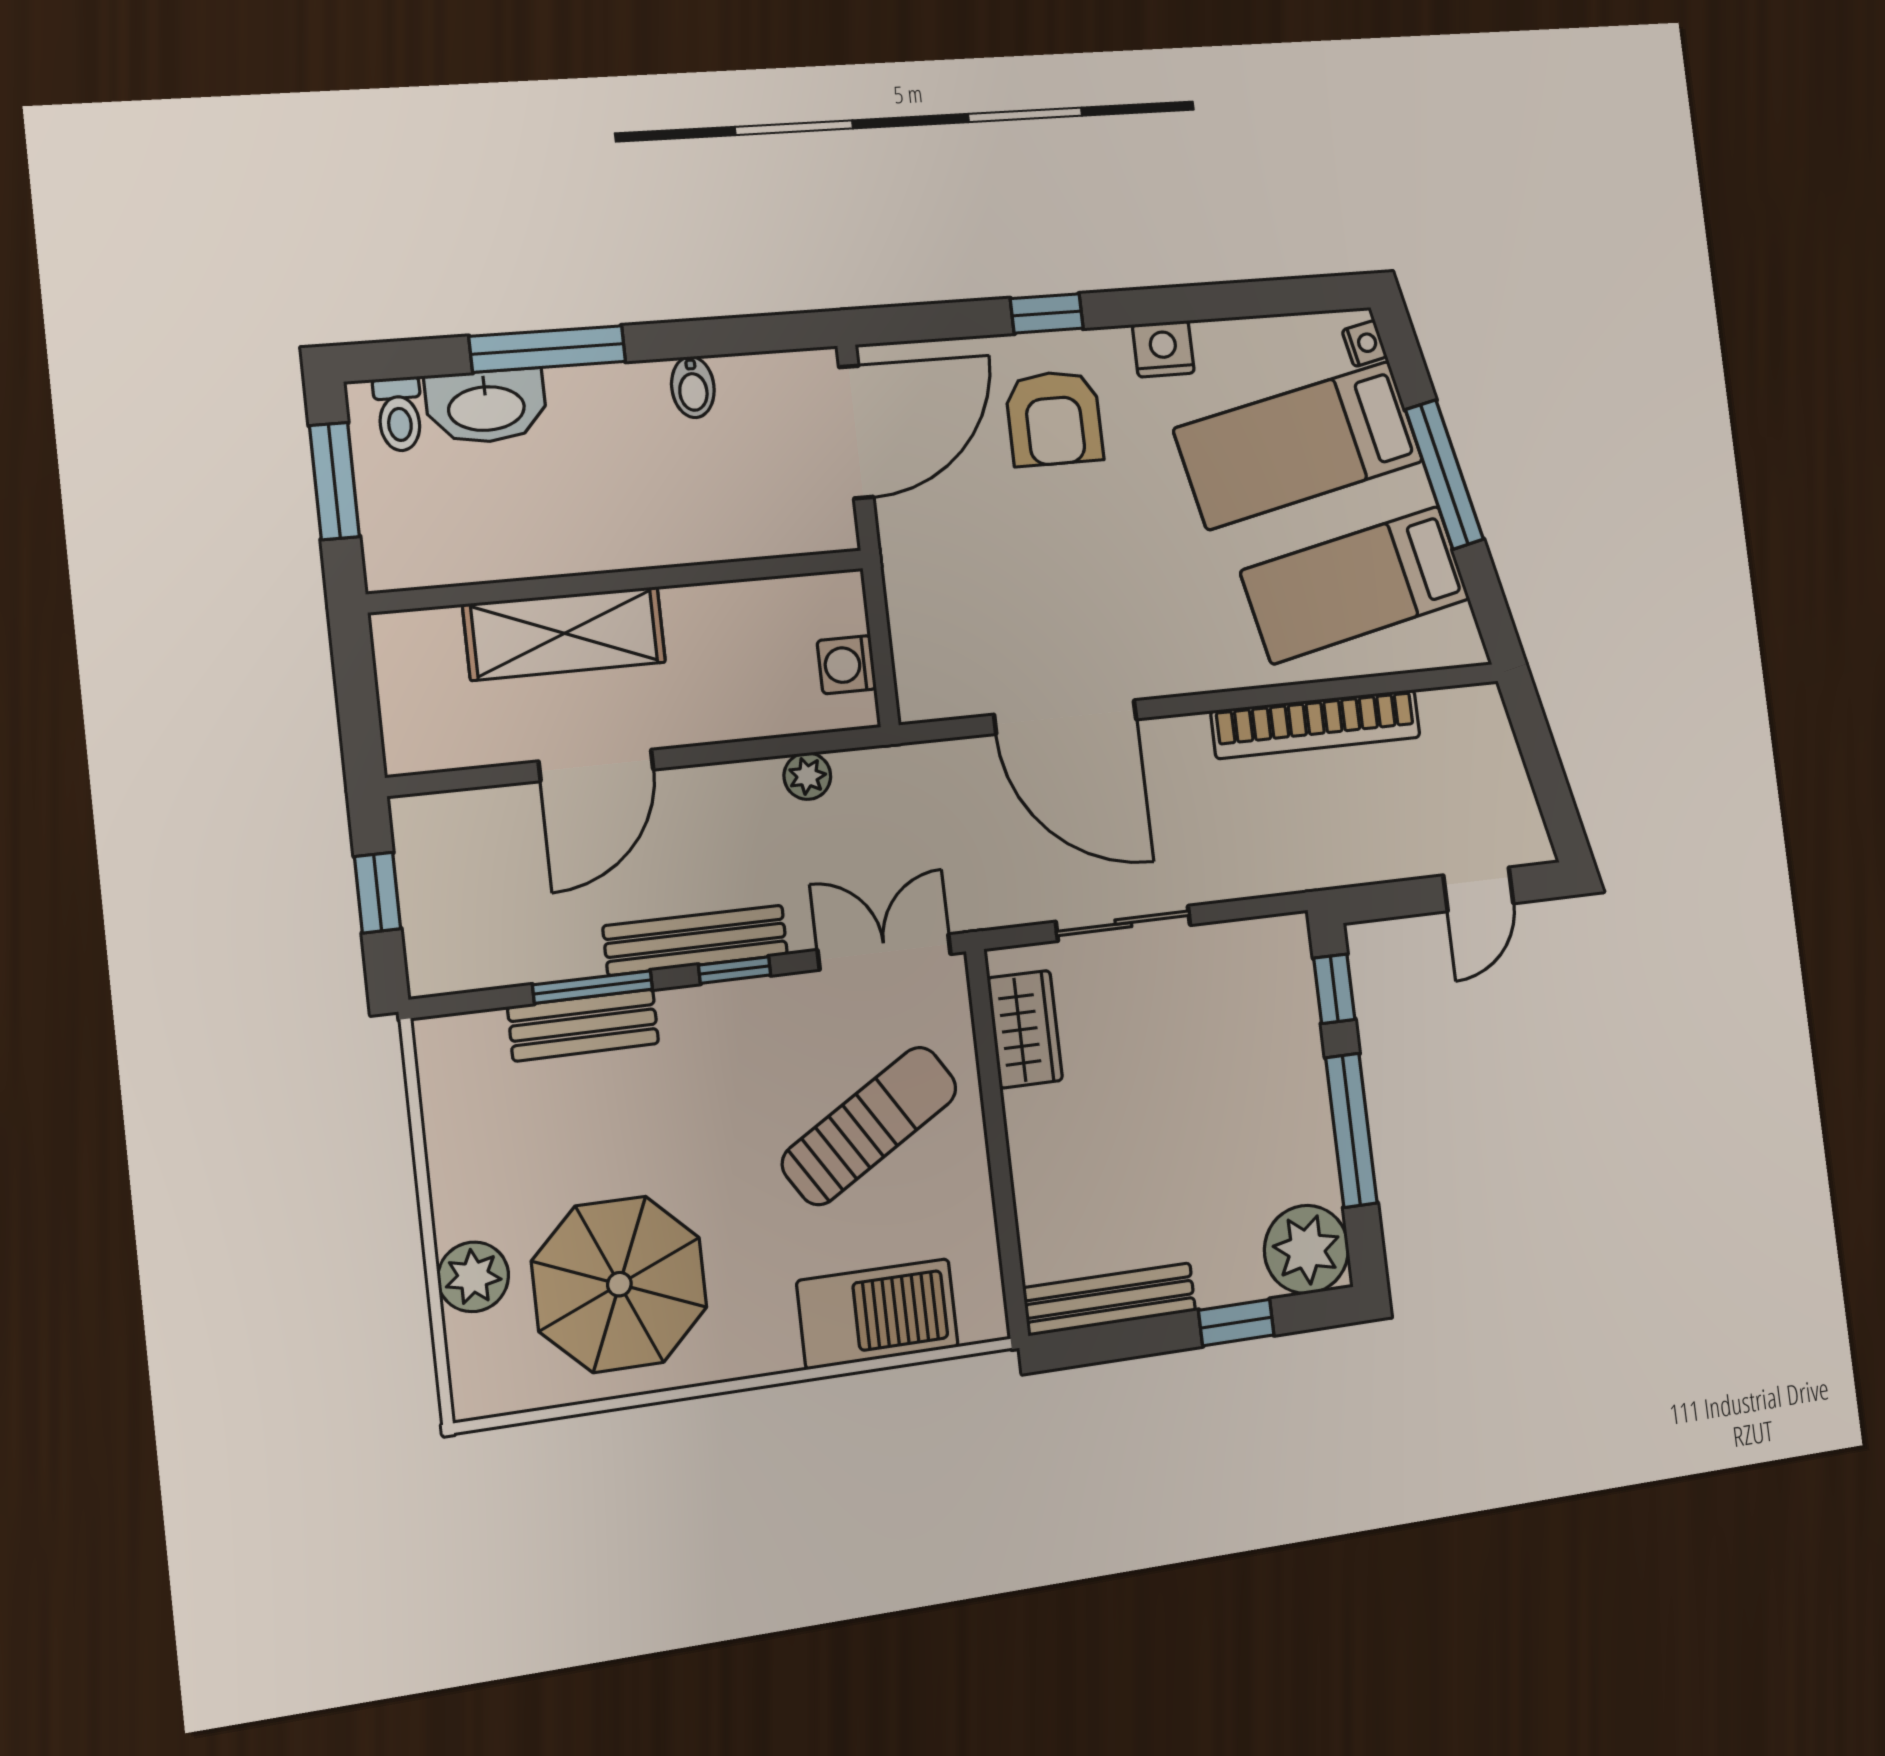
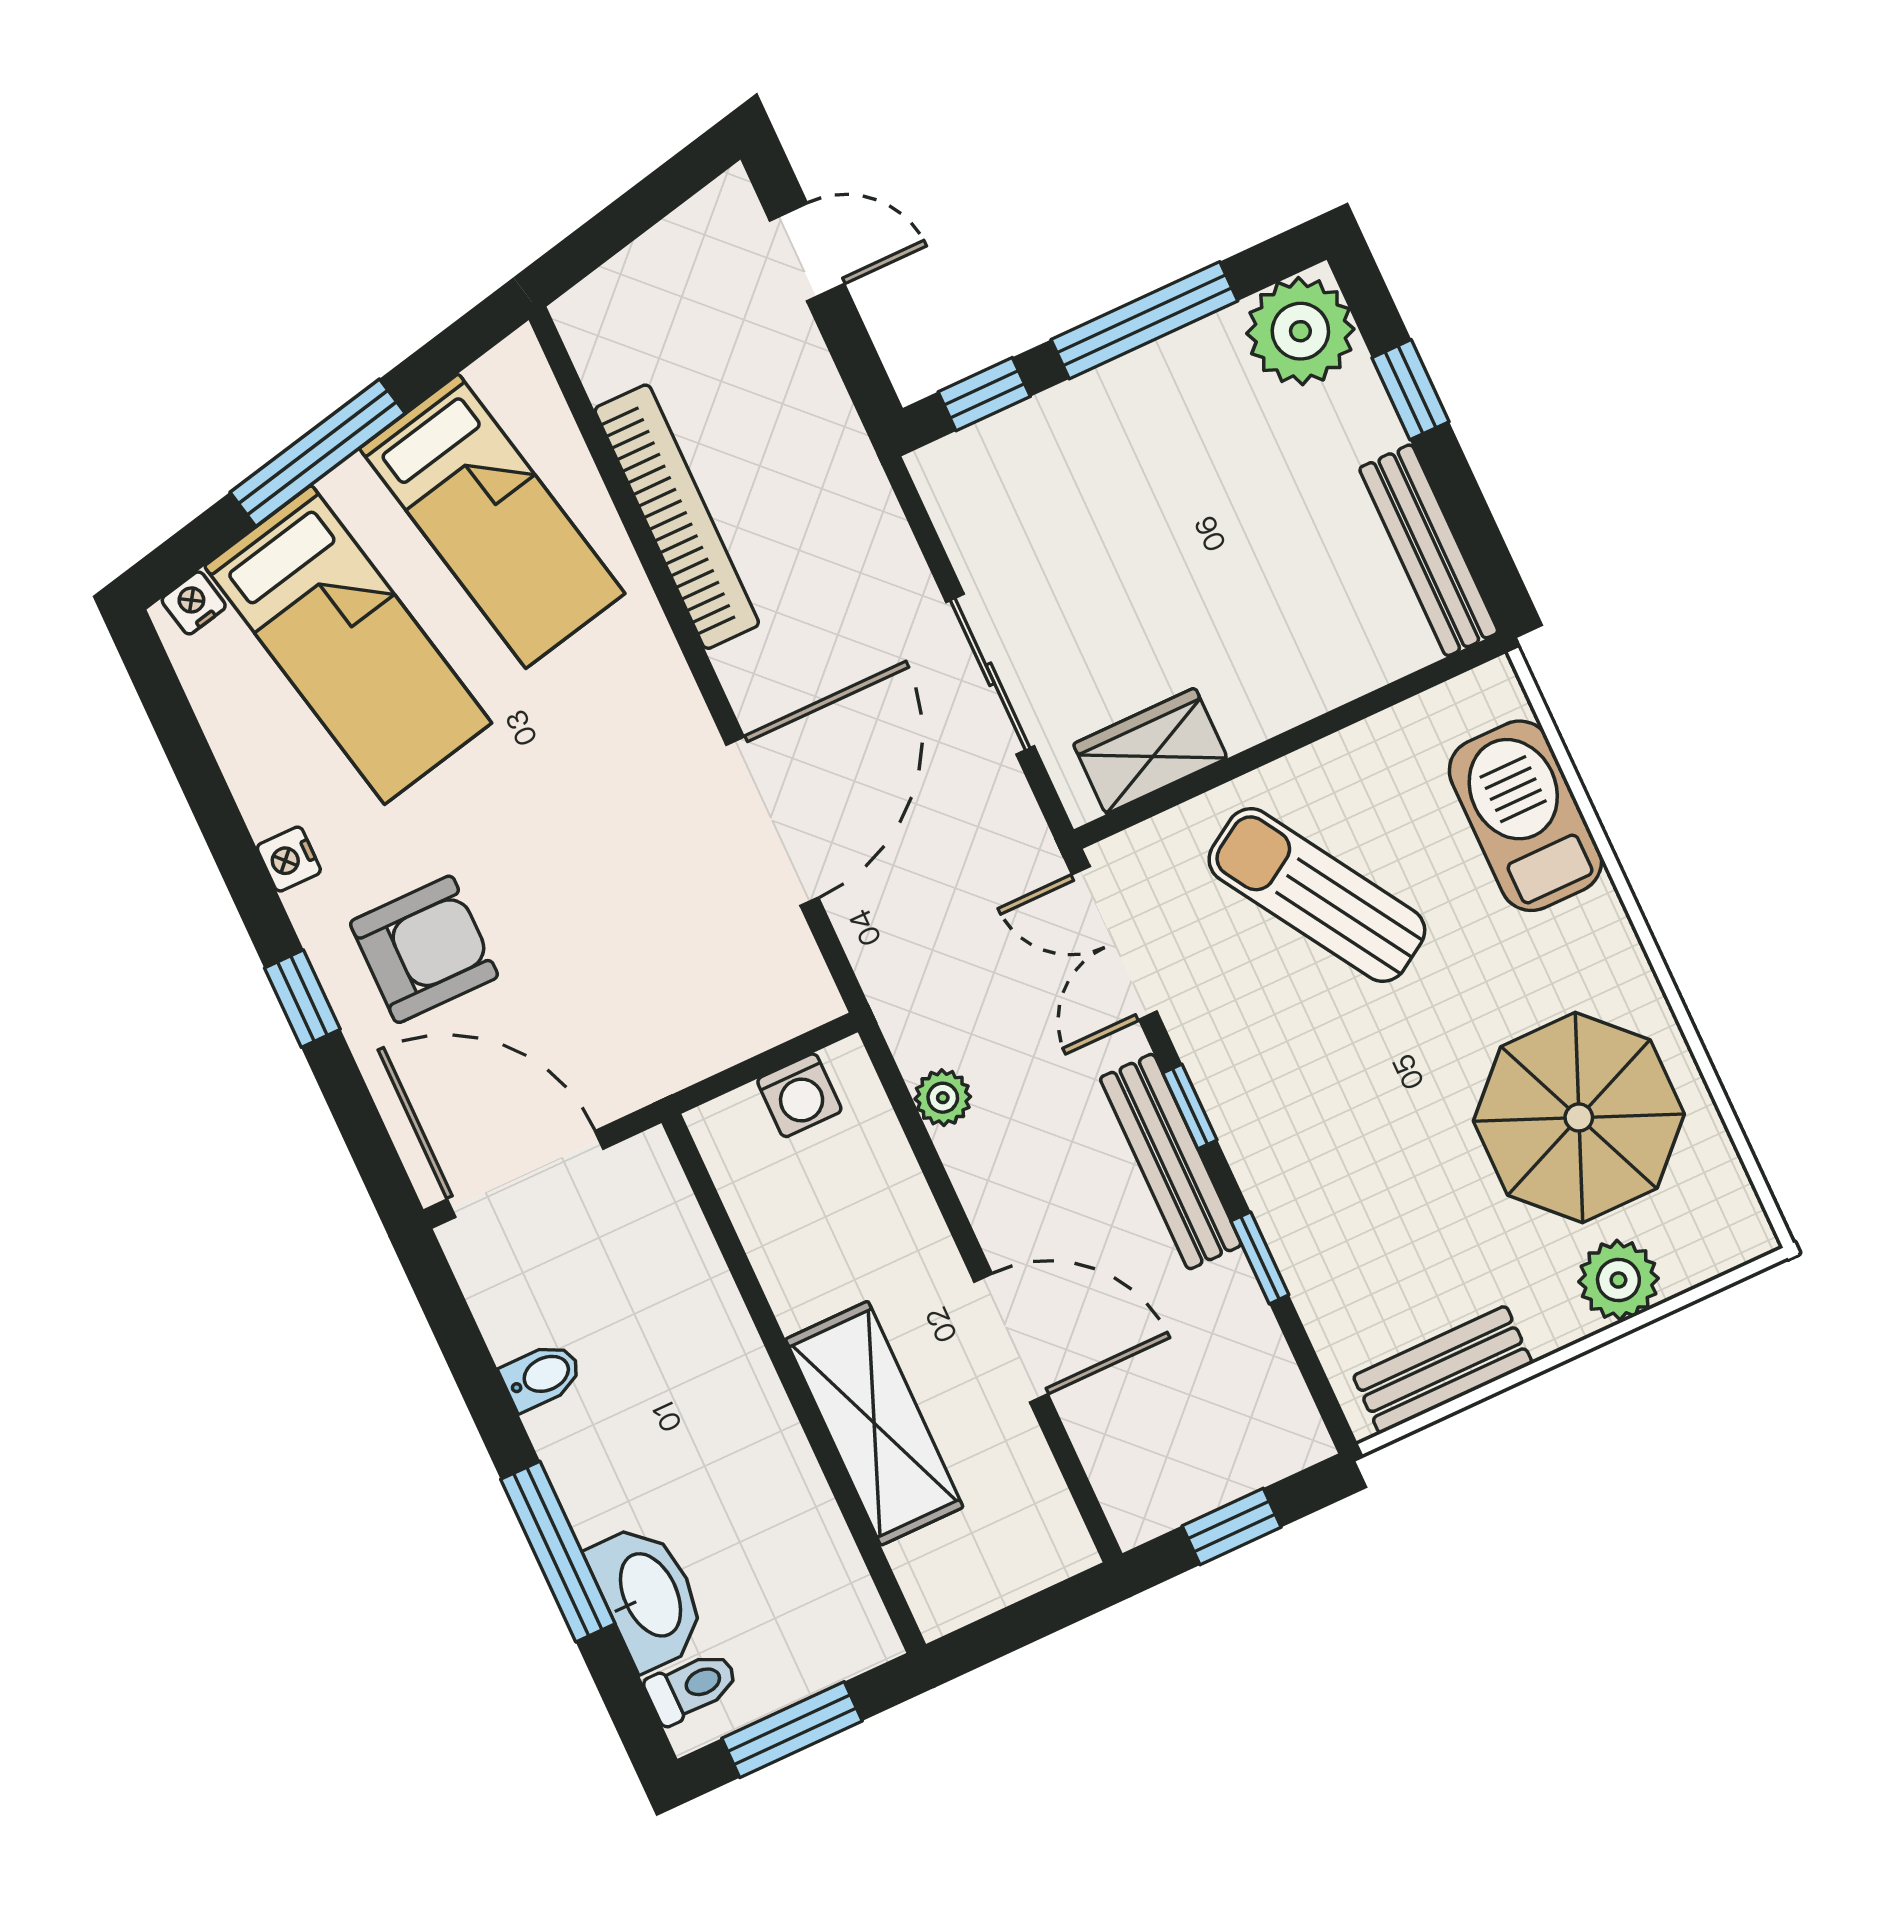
nightstand: (1163, 349) -> (289, 859), width x0.72, depth x0.74
window: (593, 987) -> (1260, 1258), width x0.67
bench: (583, 1025) -> (1443, 1370), moved, turned 90

